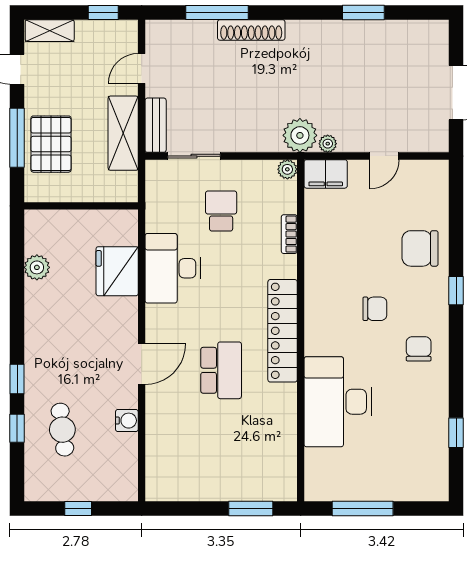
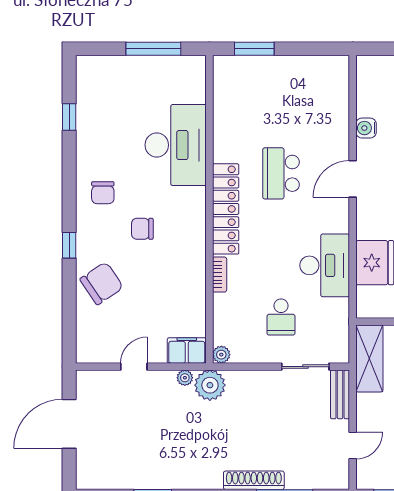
shelving: (123, 133) -> (369, 358), moved
bookcase: (289, 234) -> (220, 275), moved
chair: (420, 248) -> (102, 283), turned -34

